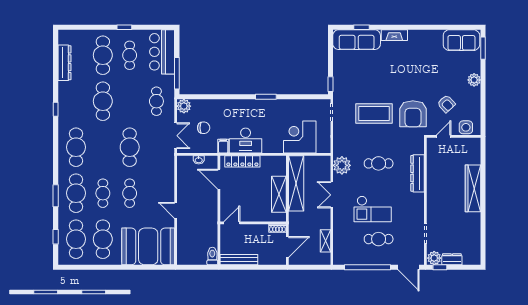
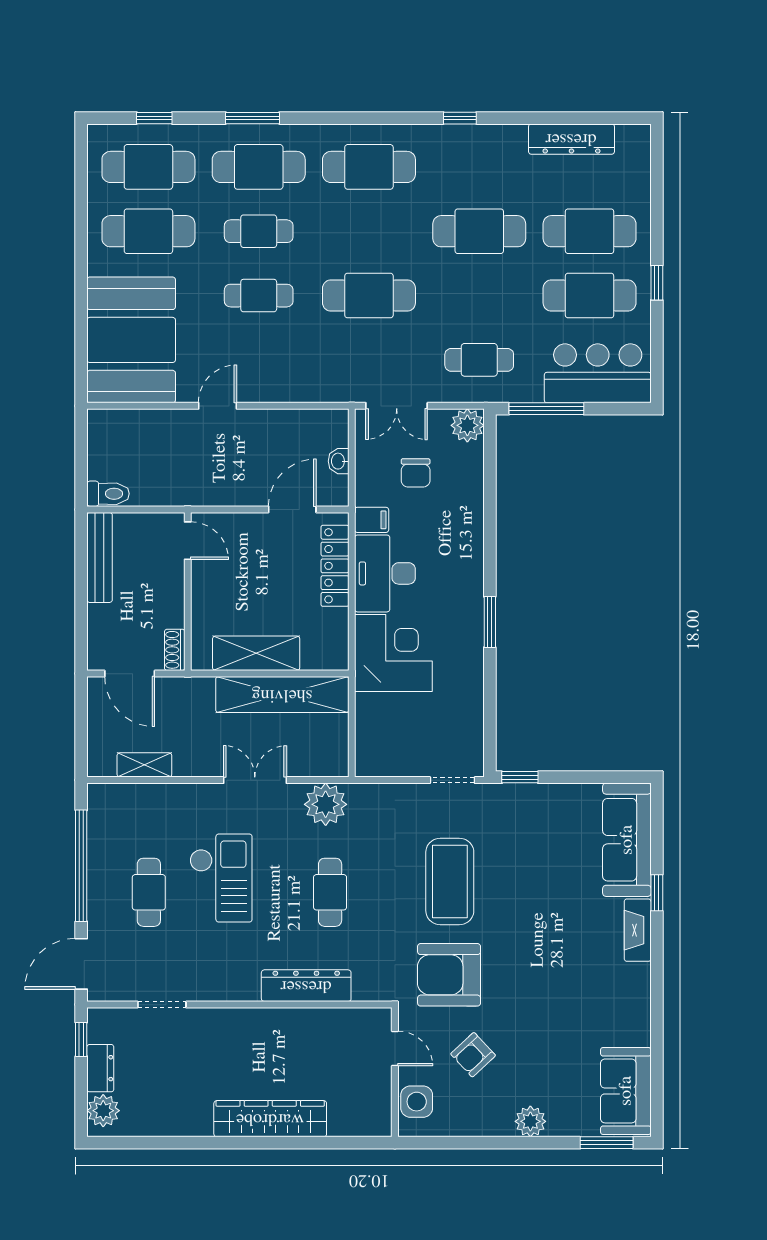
window: (361, 27) -> (657, 893), moved
cafe table: (130, 55) -> (590, 296), width x1.37, depth x1.35
corner desk: (300, 137) -> (393, 653), moved
checkout: (373, 209) -> (221, 878), turned 180
plant: (434, 258) -> (103, 1111), moved

